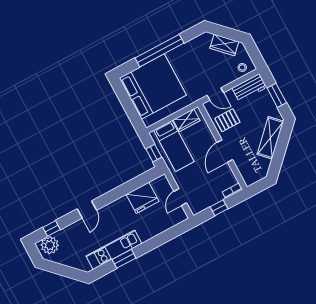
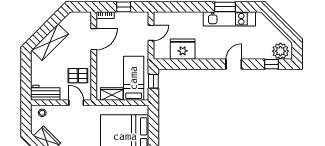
window: (277, 95) -> (26, 74), removed
door: (225, 151) -> (94, 39), moved

